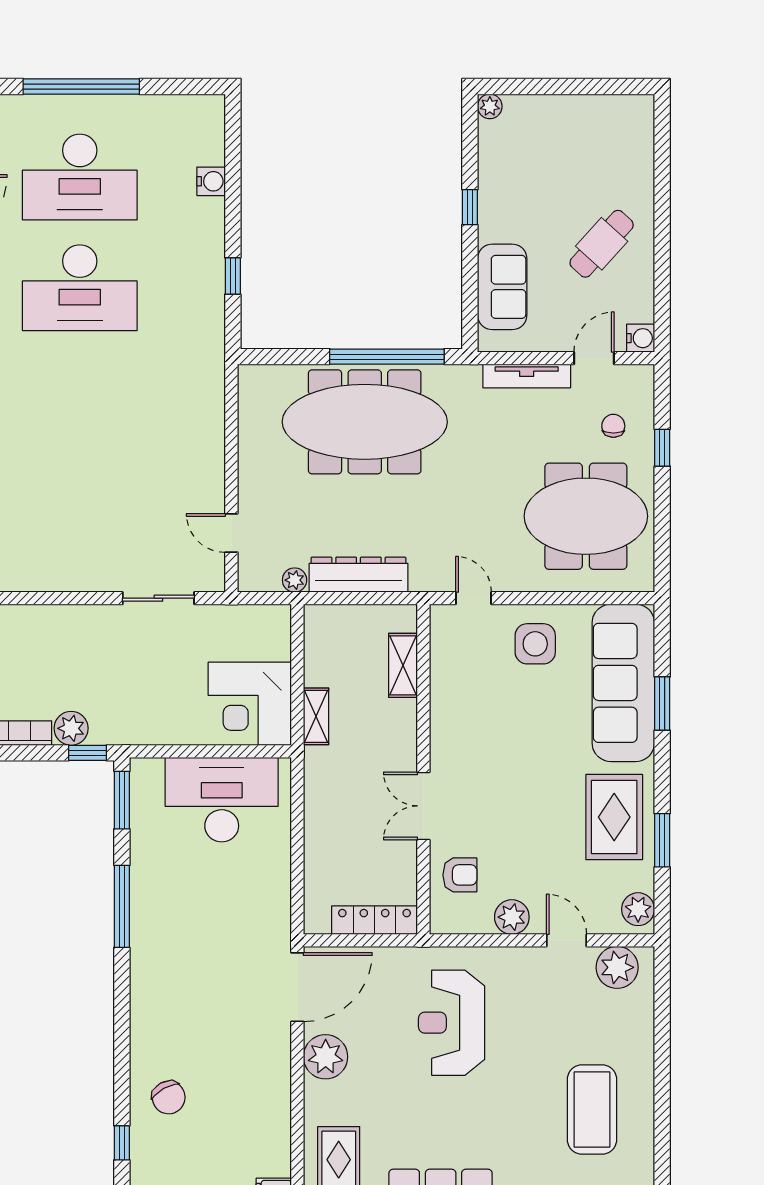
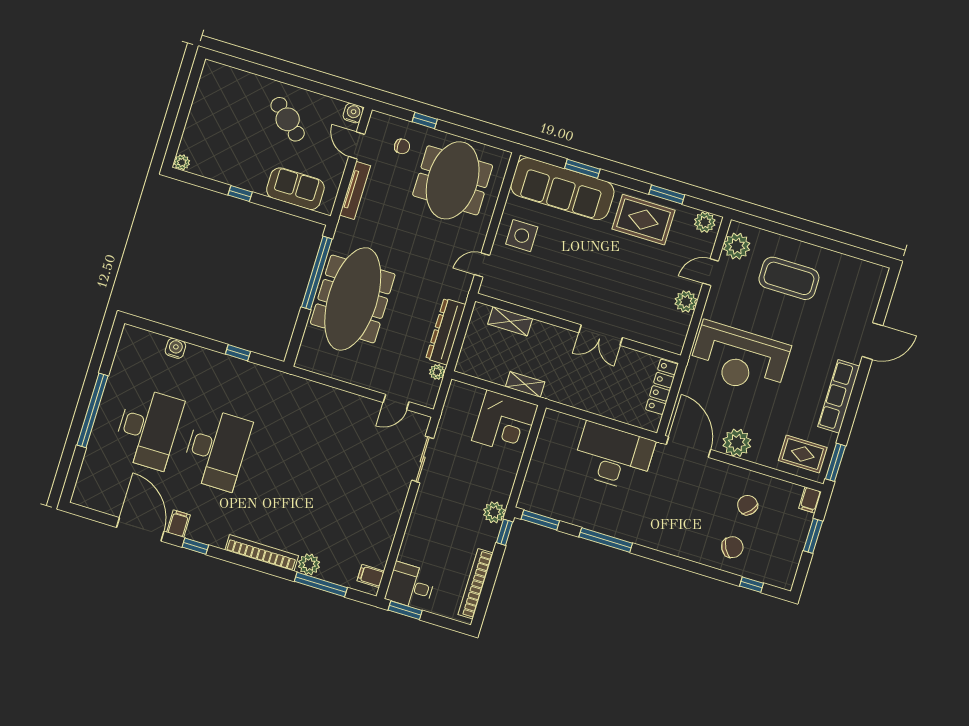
chair: (613, 426) -> (402, 146), turned 180
plant: (71, 728) -> (494, 512), moved
desk: (222, 800) -> (614, 457), moved, turned 90
armchair: (460, 875) -> (650, 326), removed
reception desk: (452, 1023) -> (740, 359), width x1.36, depth x1.30
chair: (238, 1101) -> (748, 505), added
coffee table: (592, 1110) -> (789, 278), moved

